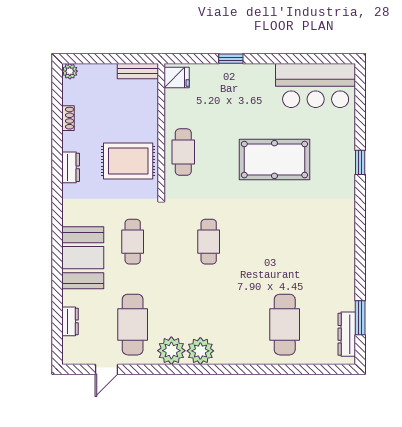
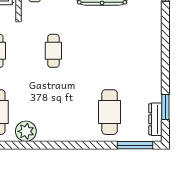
plant: (200, 351) -> (47, 132), removed
window: (319, 369) -> (135, 145), added

